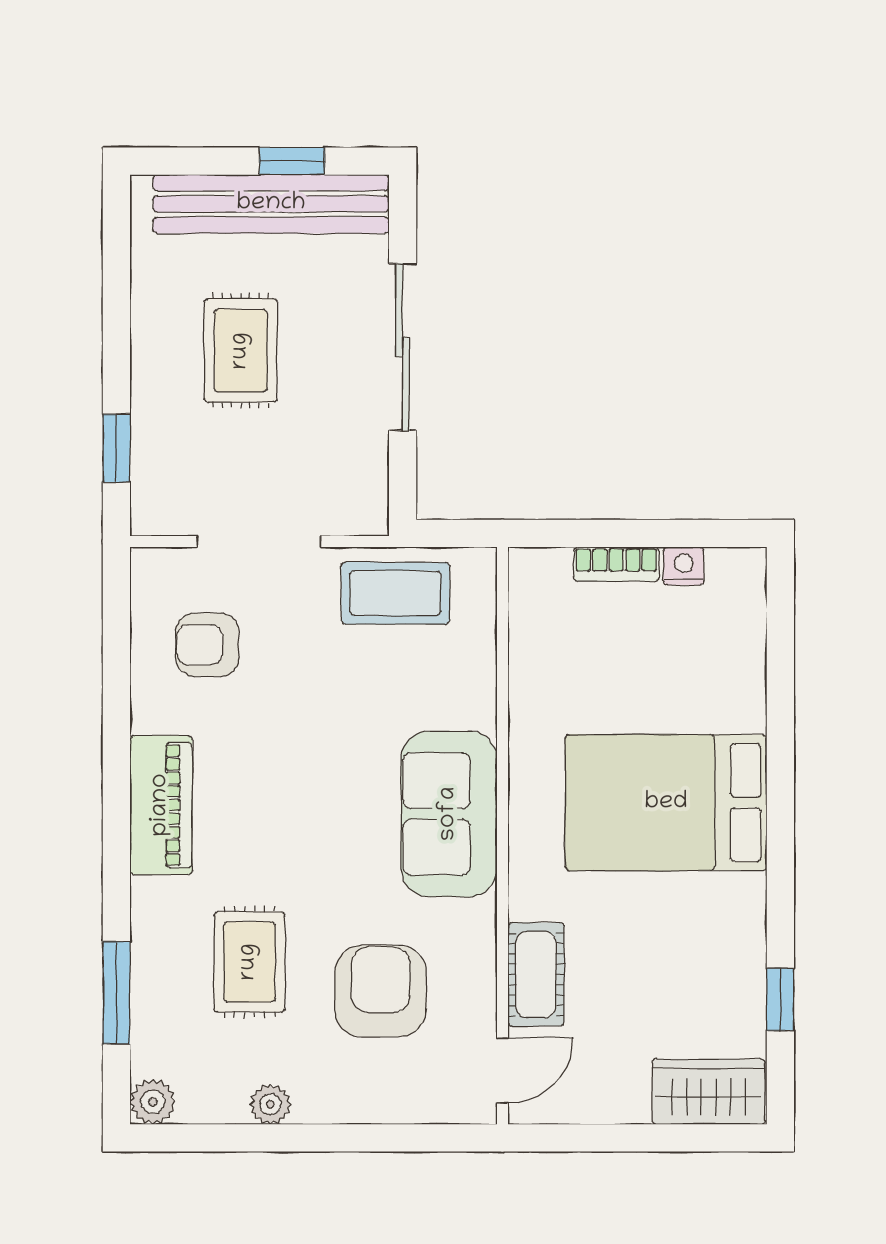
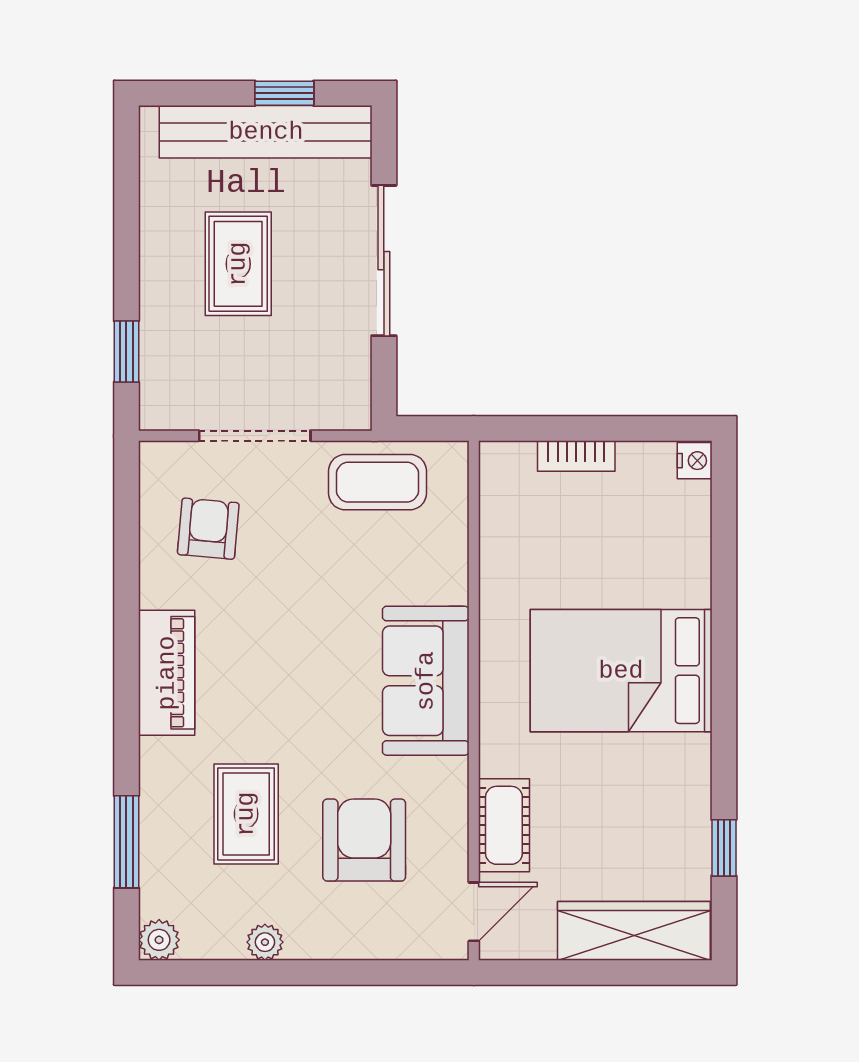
nightstand: (684, 566) -> (695, 461), moved, turned 90
armchair: (207, 645) -> (208, 529), turned 95
wardrobe: (709, 1092) -> (634, 931), width x1.50

